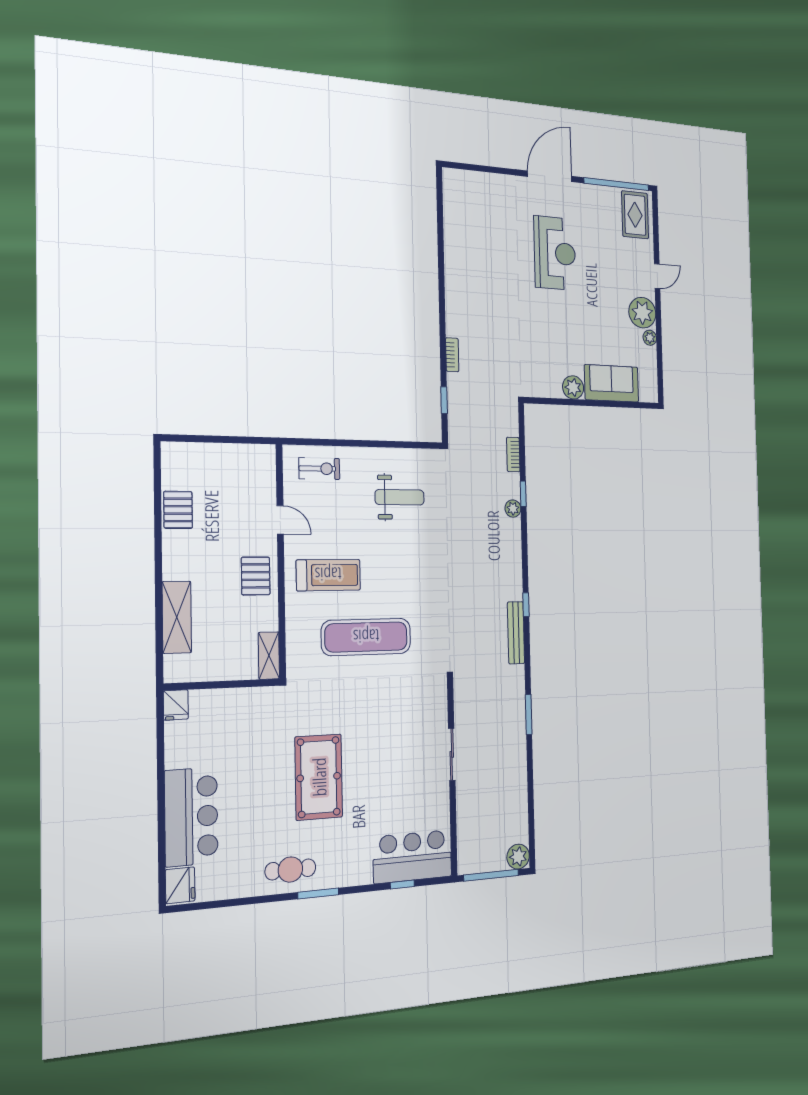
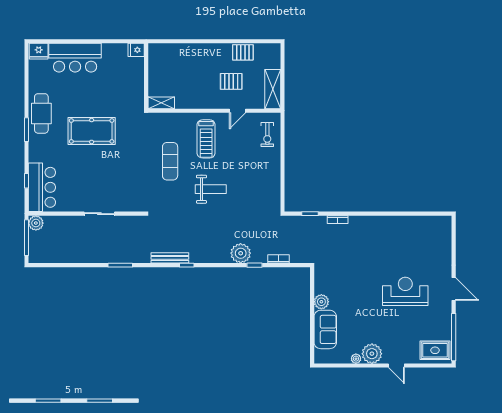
door: (550, 176) -> (454, 289), width x0.73
reception desk: (555, 253) -> (405, 291), turned 180
weight bench: (400, 497) -> (211, 189), moved, turned -90
plant: (513, 509) -> (241, 253), width x1.87, depth x1.87
pallet: (256, 576) -> (231, 81), moved
shelving: (177, 617) -> (273, 89), moved, turned 90
exercise mat: (366, 637) -> (170, 161), width x0.73, depth x0.69
plant: (518, 857) -> (36, 223), moved
cafe table: (290, 869) -> (41, 113), width x1.37, depth x1.35

